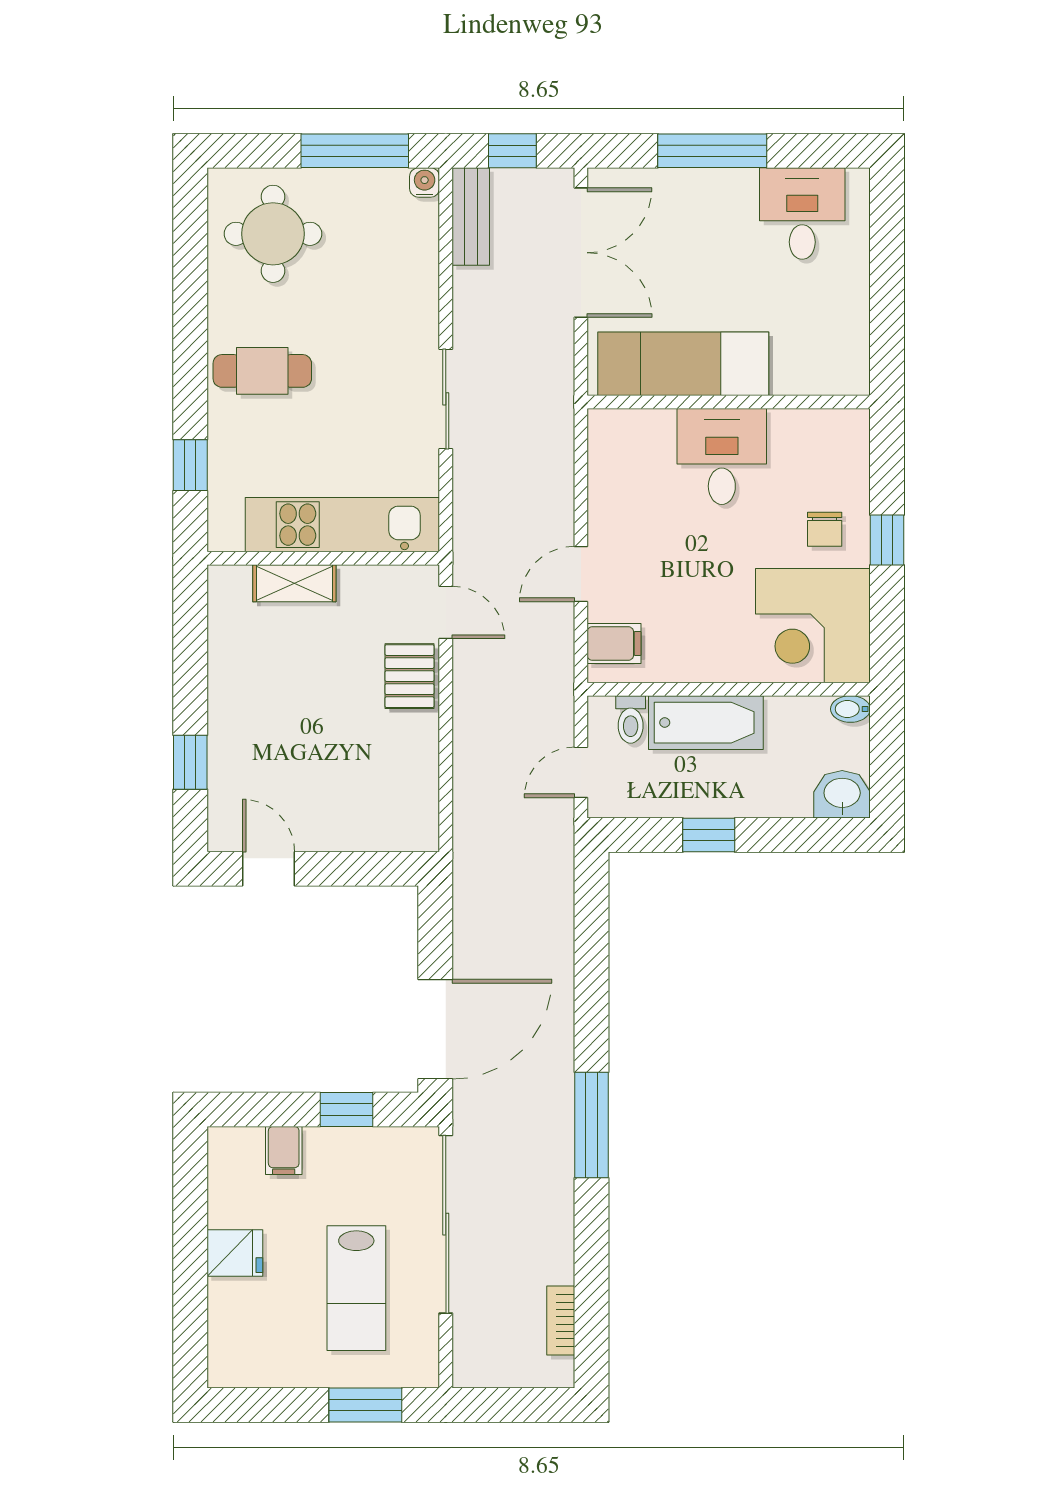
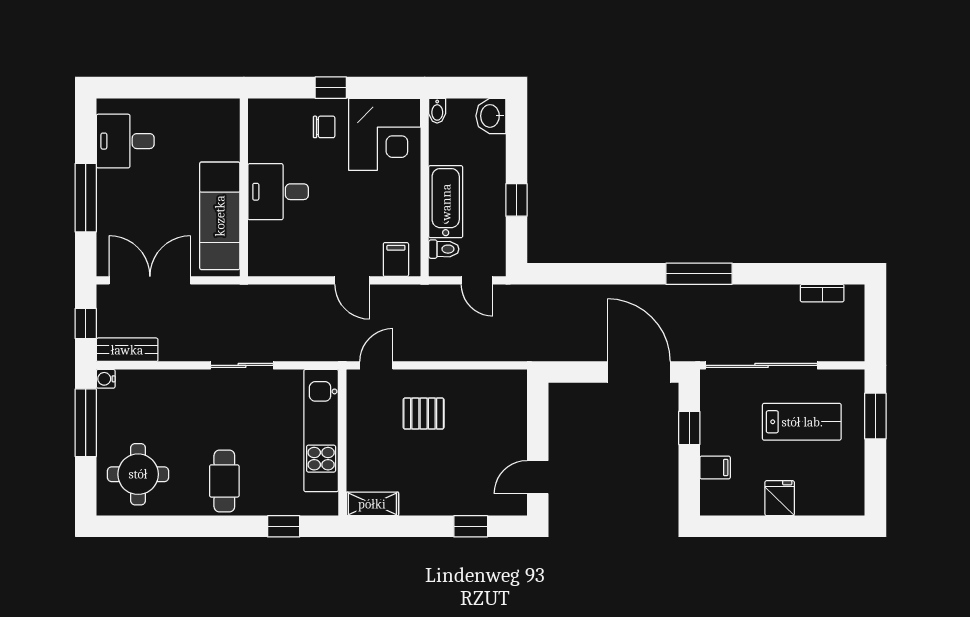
shelving: (294, 583) -> (372, 504), moved, turned 90
pallet: (409, 676) -> (424, 414), moved

